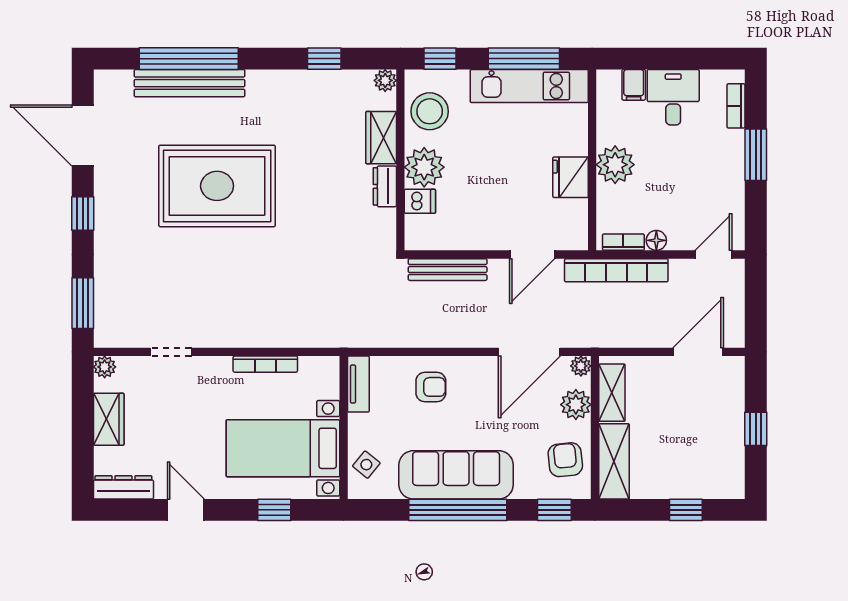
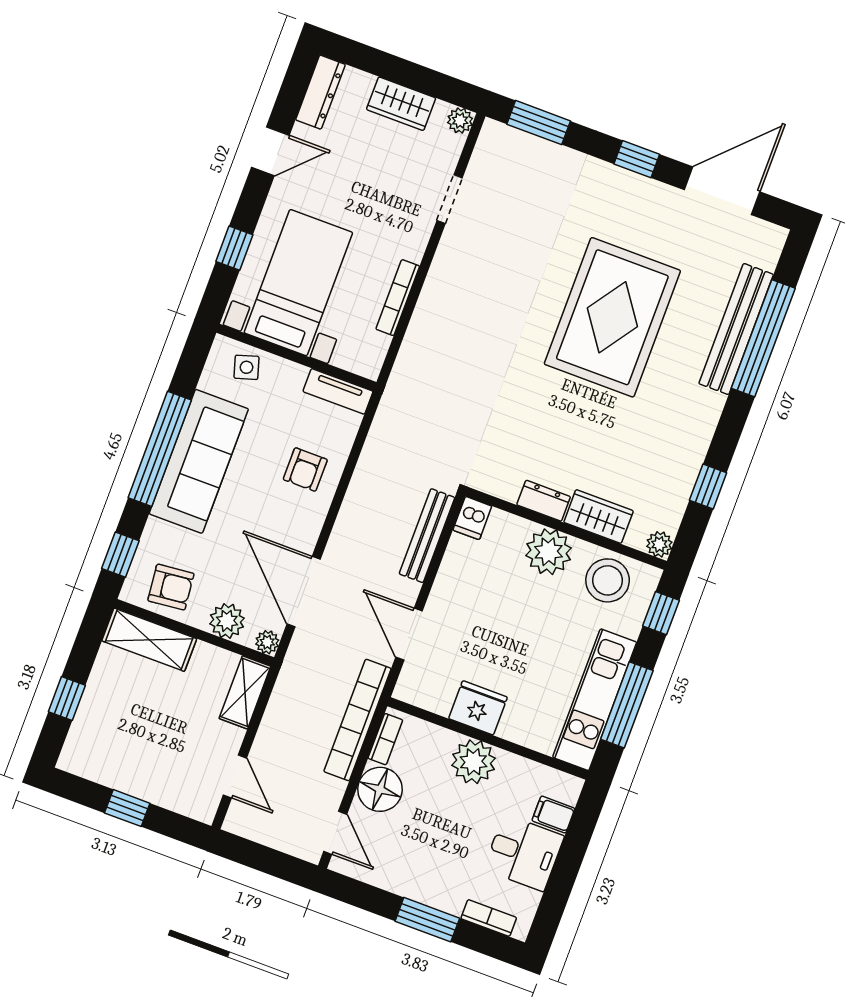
dishwasher: (420, 201) -> (472, 518), moved
floor lamp: (656, 240) -> (380, 789), width x1.89, depth x1.89
door: (698, 352) -> (235, 776), width x0.73
shelving: (612, 393) -> (245, 692), moved, turned 90
side table: (366, 465) -> (247, 367), turned 34

